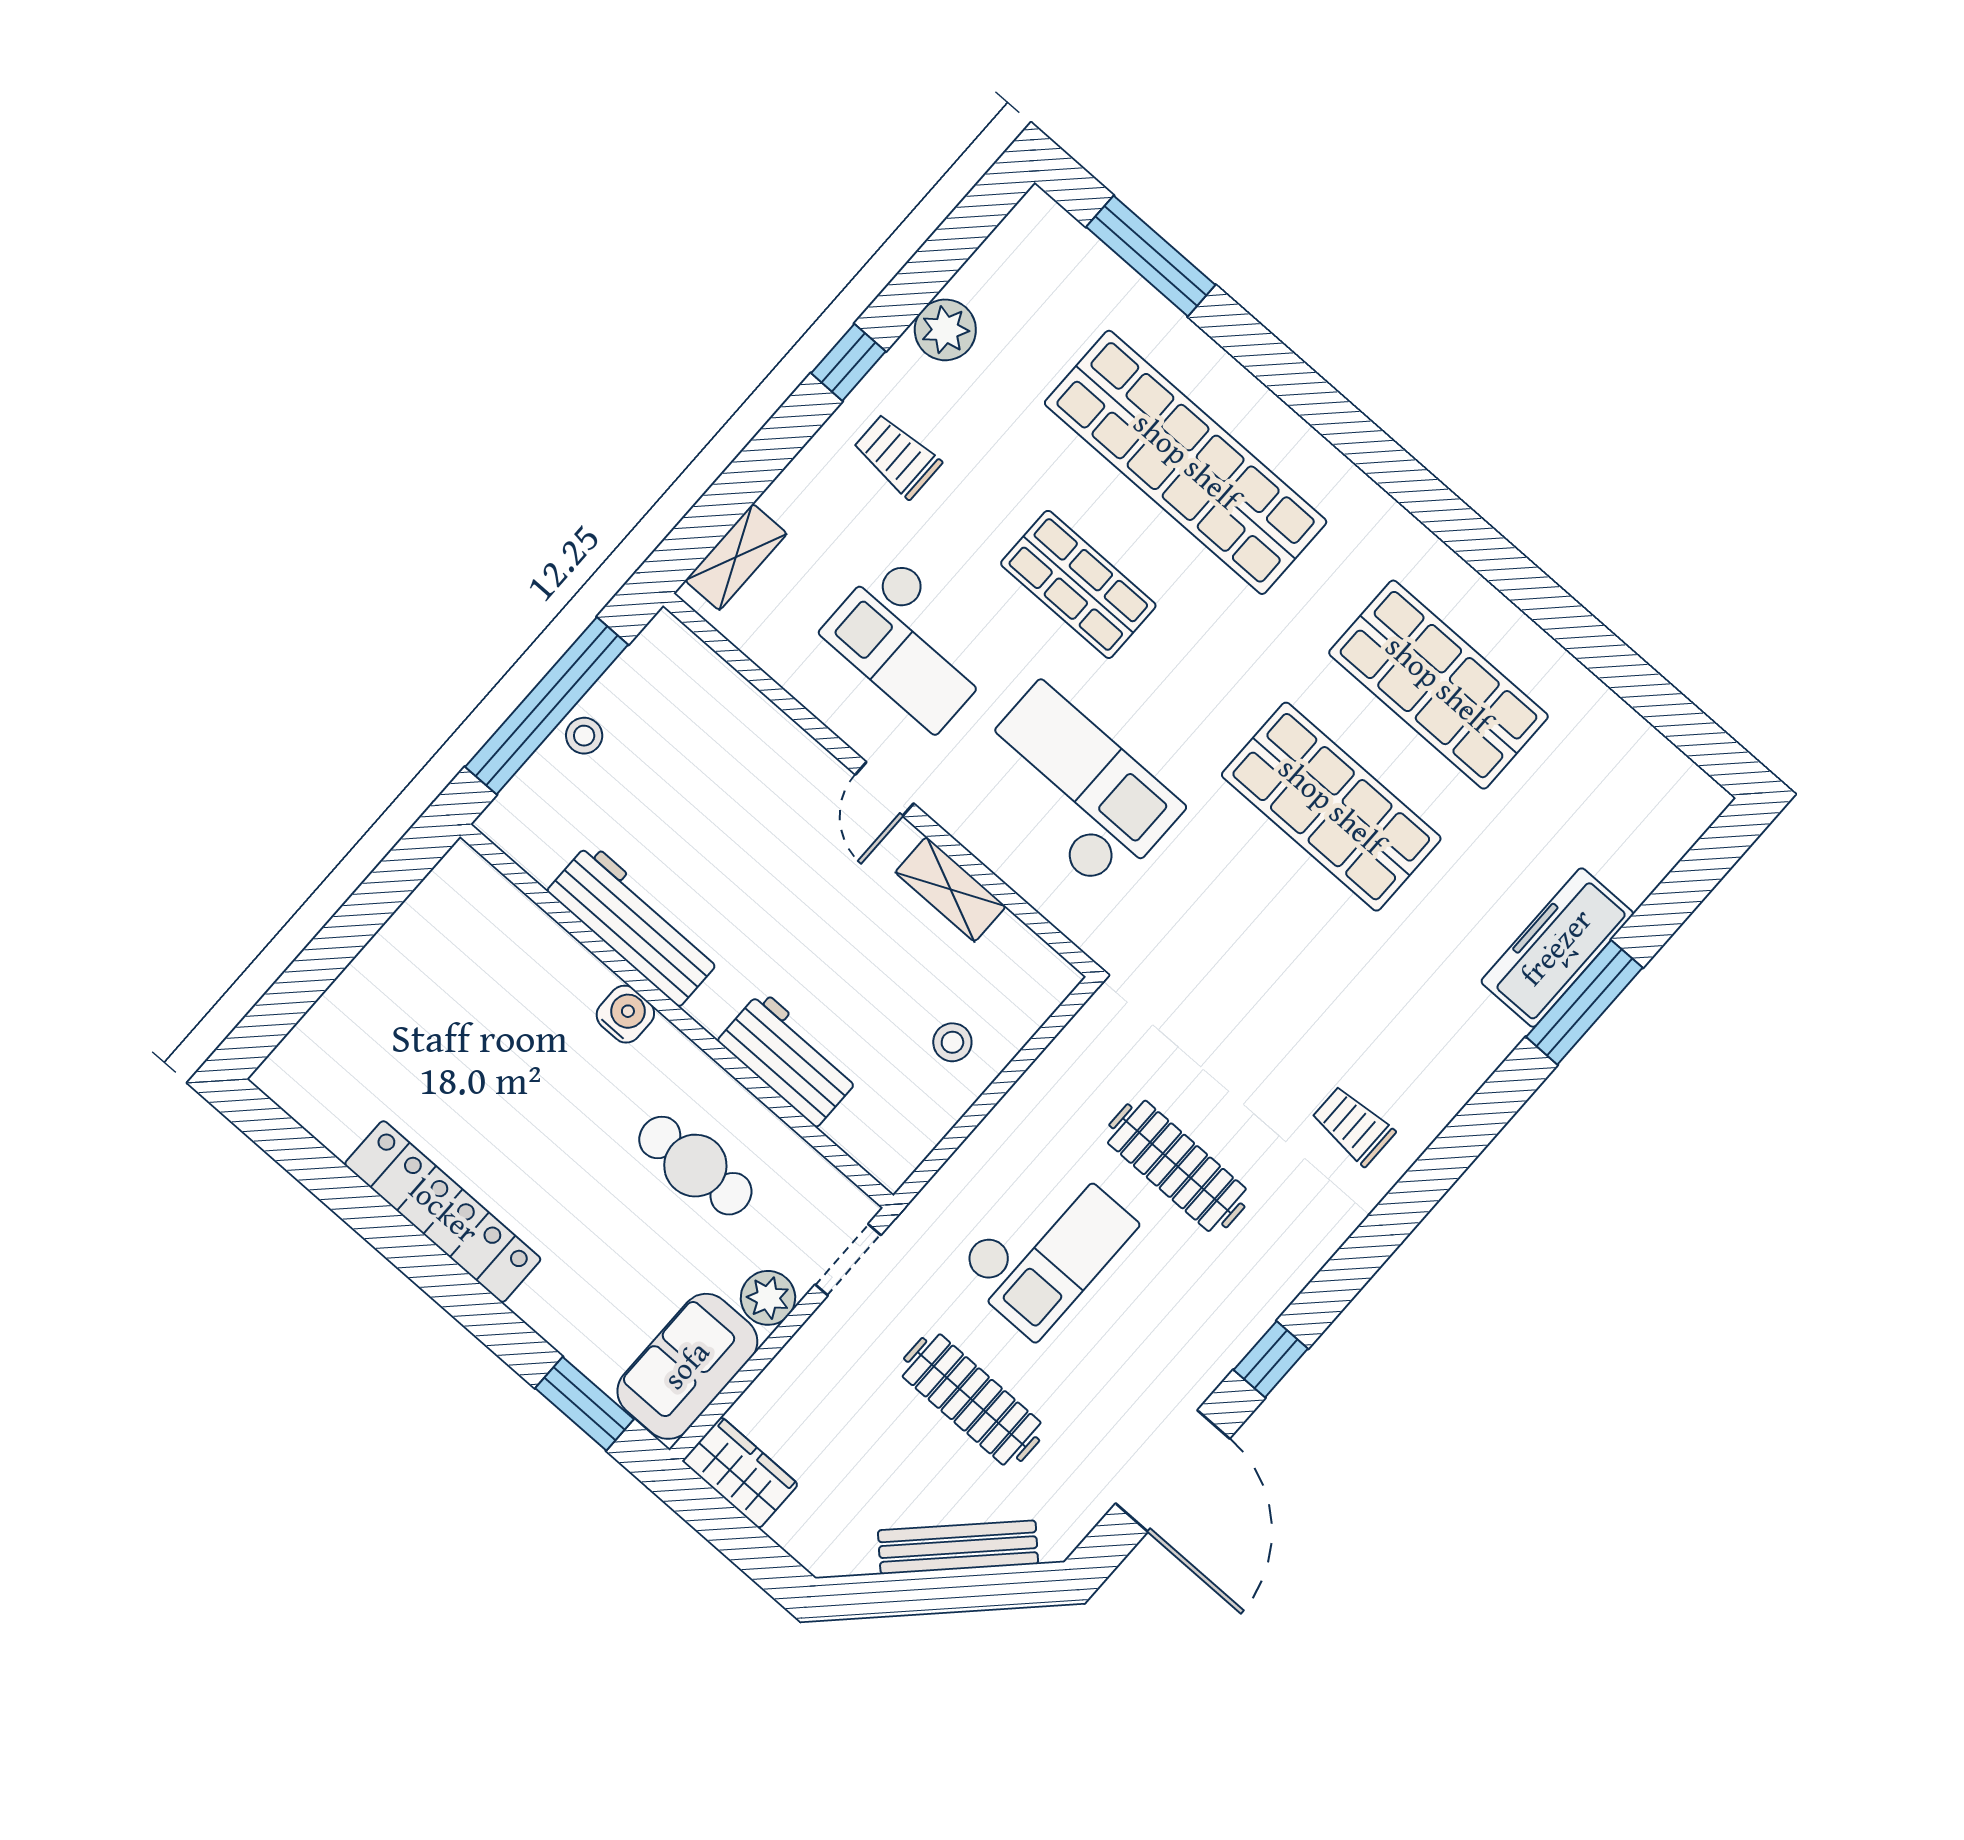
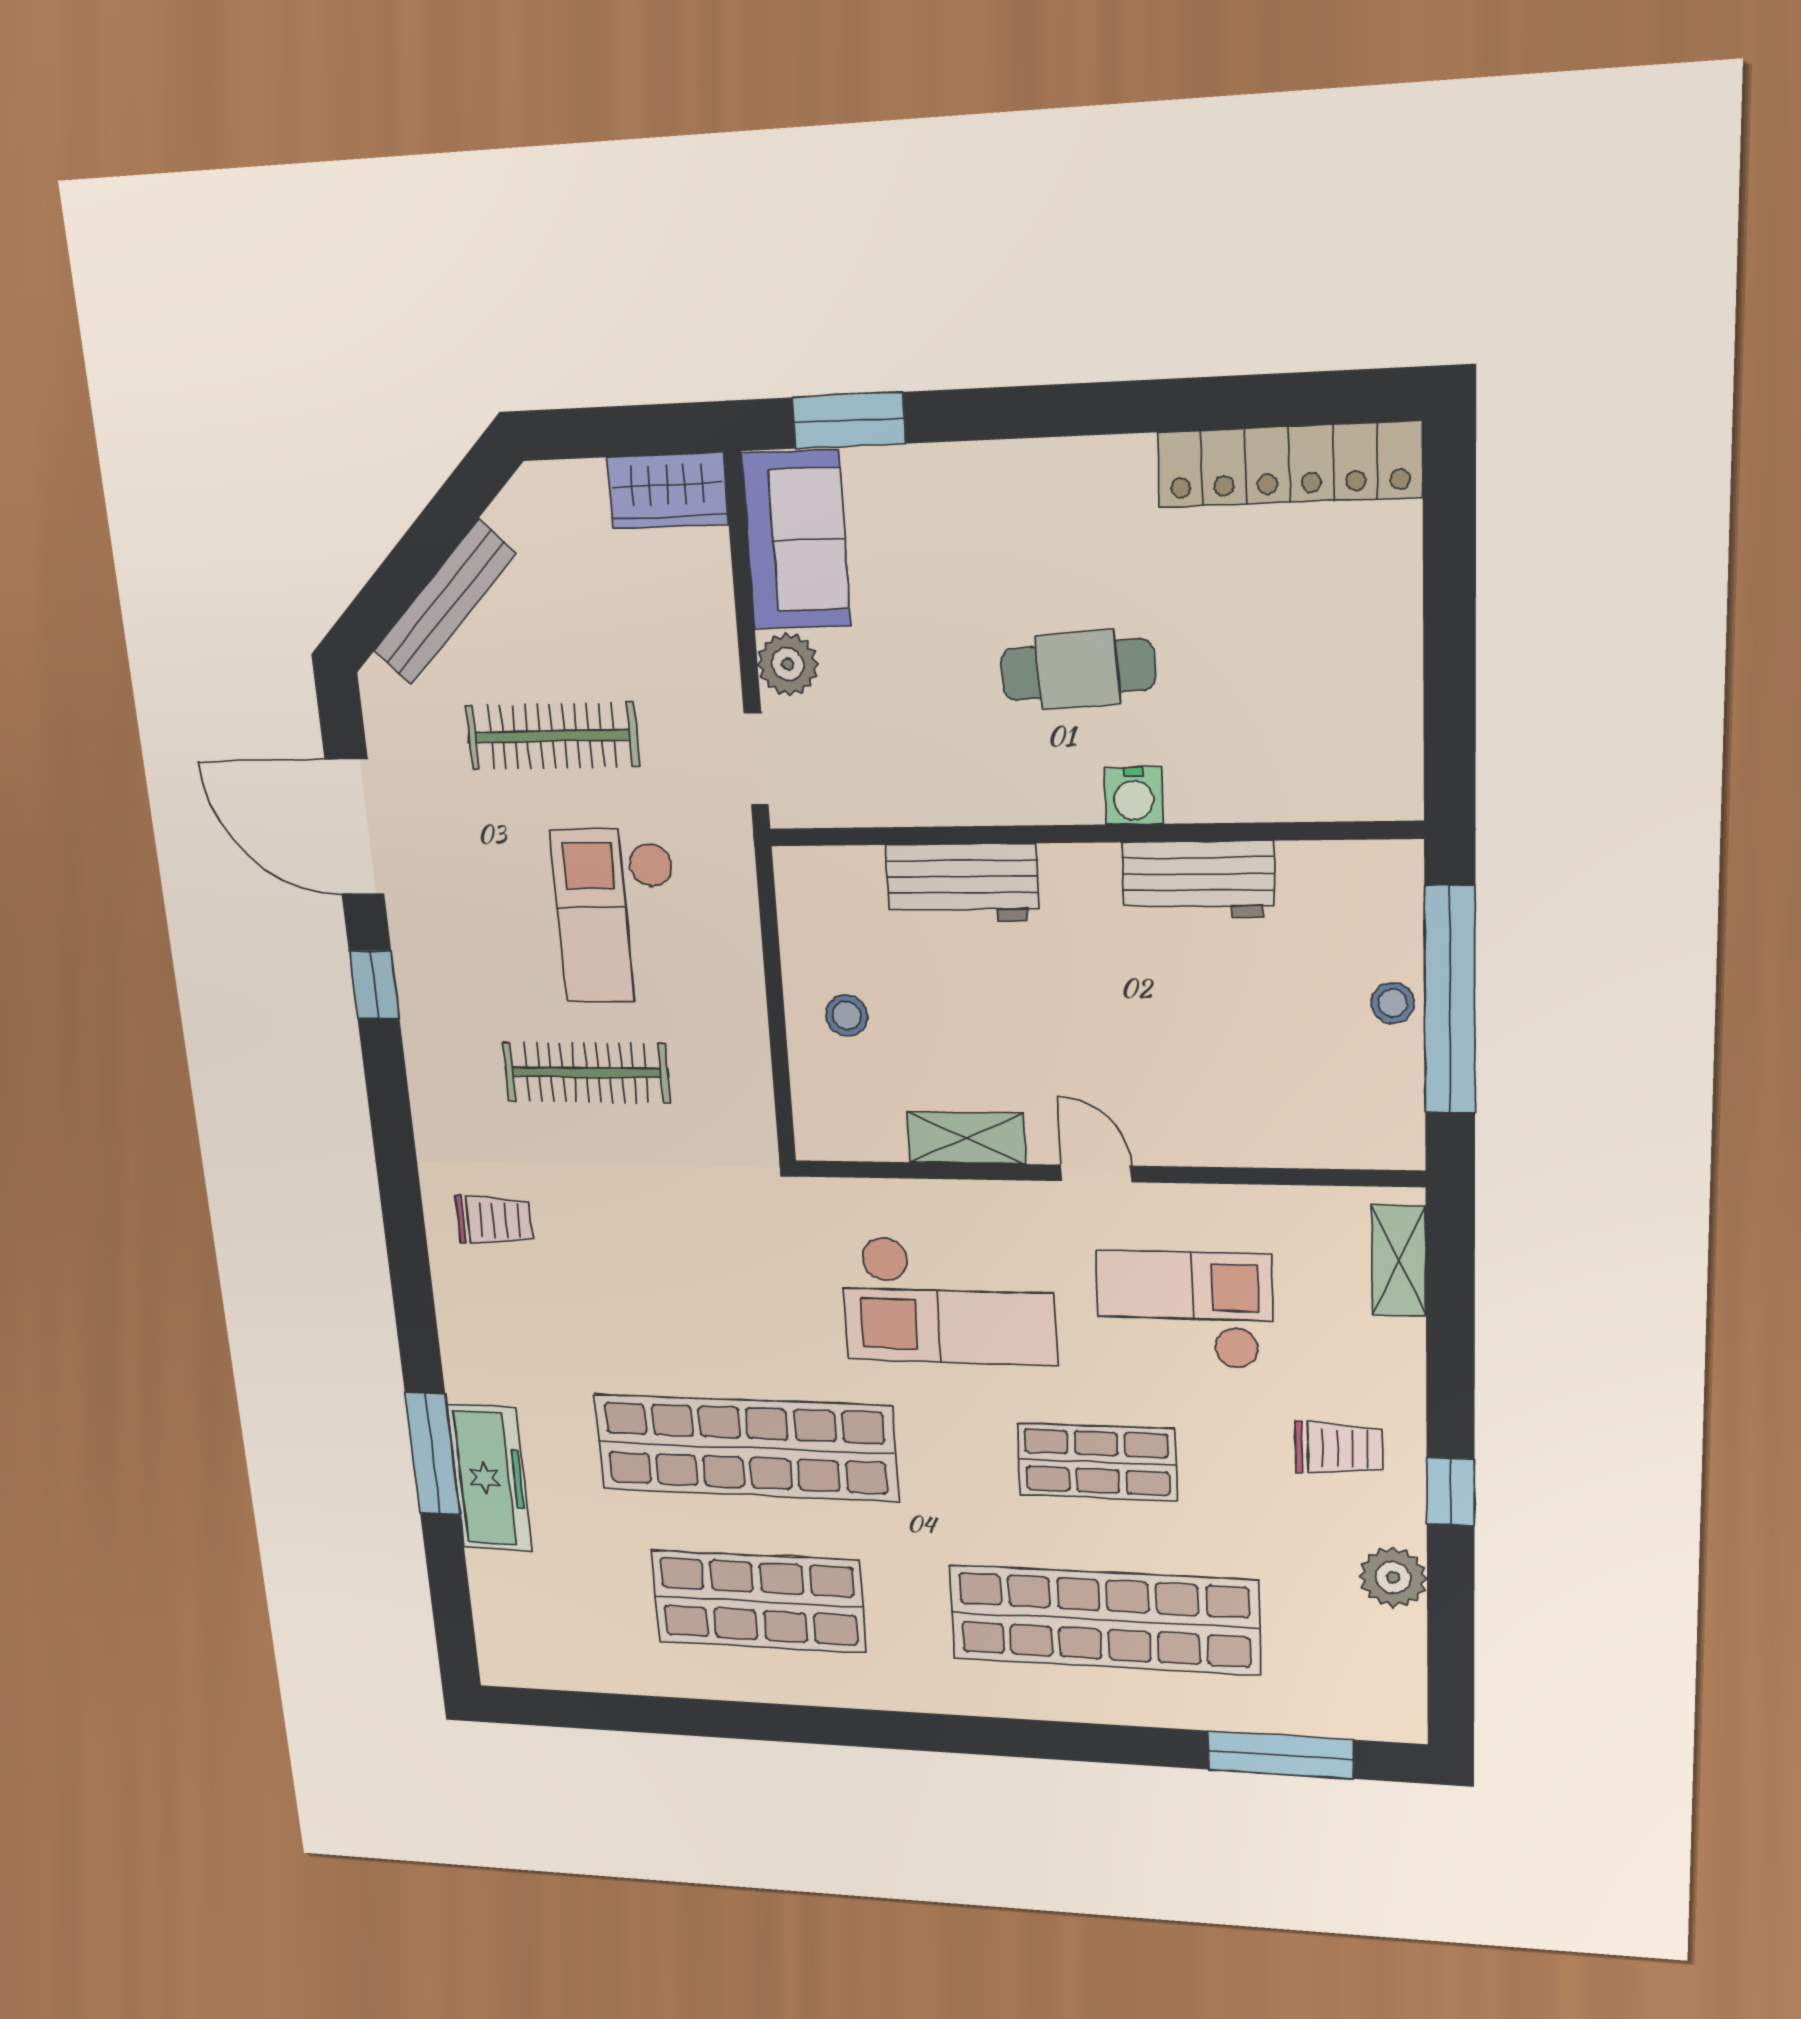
shop shelf: (1331, 807) -> (745, 1448), width x1.40
workbench: (635, 924) -> (1198, 880), width x0.73
cafe table: (695, 1166) -> (1078, 670), moved
locker: (443, 1212) -> (1289, 465), moved

